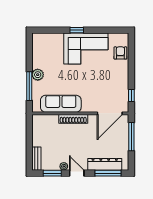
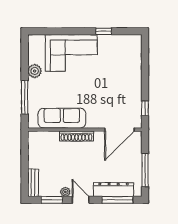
window: (77, 30) -> (104, 31), moved
corner sofa: (86, 48) -> (71, 53), moved
armchair: (120, 53) -> (132, 58), removed
plant: (38, 75) -> (35, 71), moved
window: (131, 137) -> (145, 170), moved

